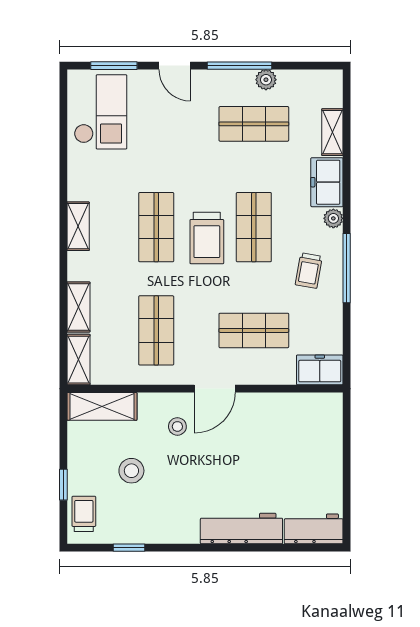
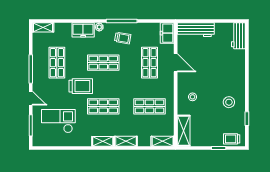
door: (175, 66) -> (31, 98), hinge flipped
plant: (266, 80) -> (37, 57), removed
checkout: (101, 112) -> (58, 121), moved
shelving: (332, 132) -> (43, 27), moved
trolley: (207, 238) -> (81, 86), moved
shelving: (78, 307) -> (126, 141), moved
door: (215, 389) -> (176, 63), moved
stool: (131, 471) -> (229, 102), moved
workbench: (241, 529) -> (196, 30), moved, turned -90

